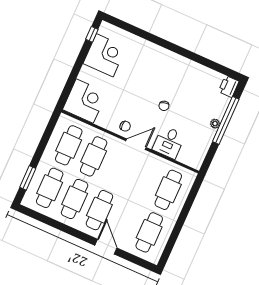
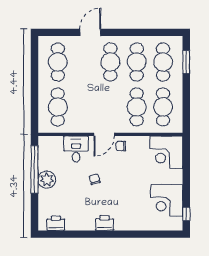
printer: (173, 60) -> (104, 223), added
printer: (229, 86) -> (56, 223), moved, turned -90
window: (226, 120) -> (34, 169), moved
plant: (215, 124) -> (47, 180), width x1.88, depth x1.88
door: (106, 247) -> (90, 32), swing flipped

